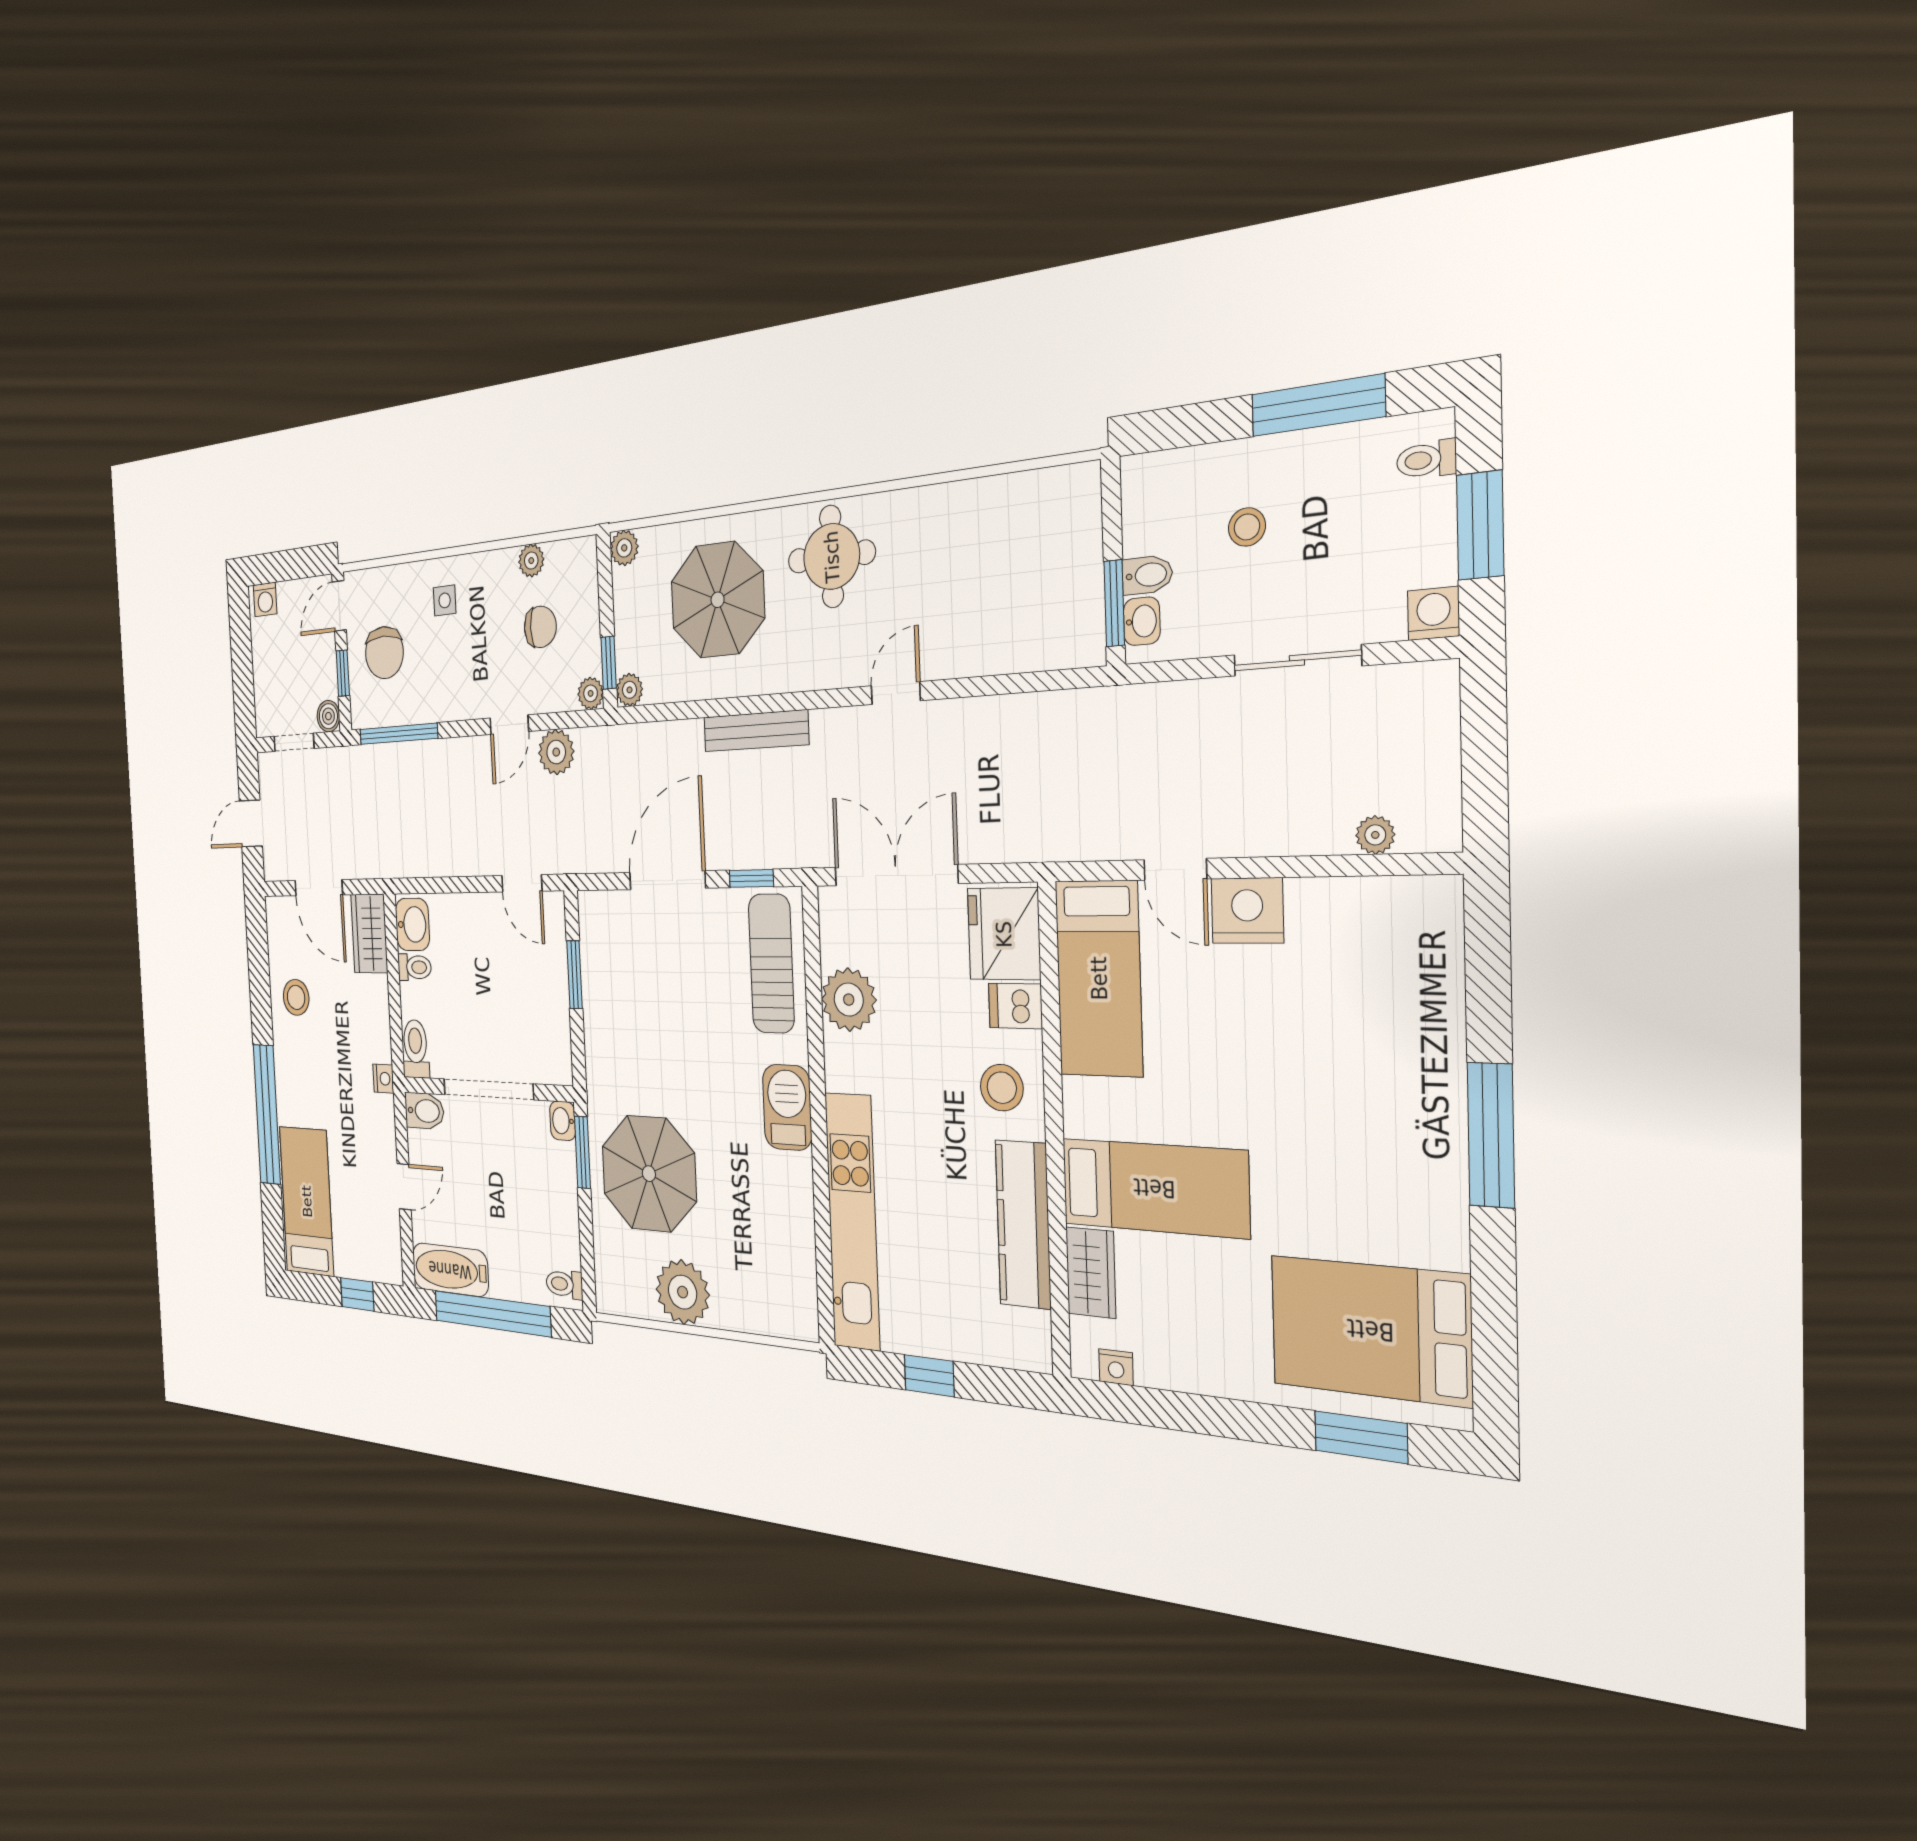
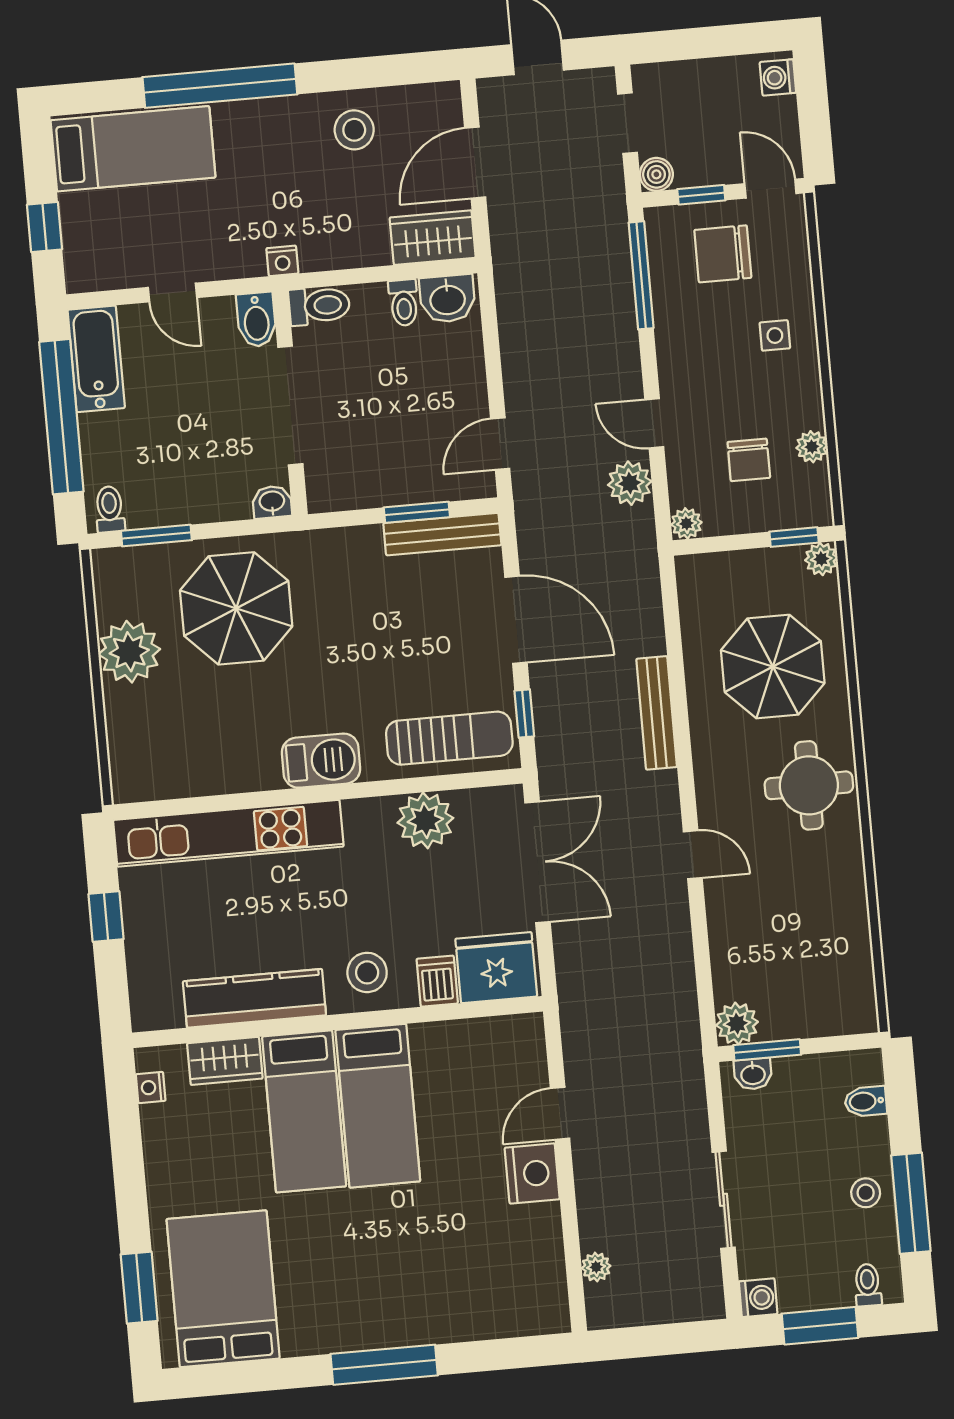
stool: (1247, 527) -> (866, 1193), moved
bidet: (1147, 575) -> (866, 1101), moved, turned 90
window: (609, 663) -> (794, 537), moved
plant: (629, 690) -> (737, 1024), moved, width x1.38, depth x1.38
bench: (593, 950) -> (442, 534), added
bed: (1099, 978) -> (378, 1106), moved, turned -90
window: (583, 1152) -> (156, 536), moved

